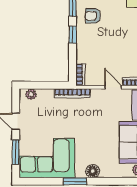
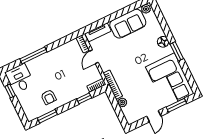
window: (73, 35) -> (84, 98), moved
plant: (31, 94) -> (122, 102), moved

